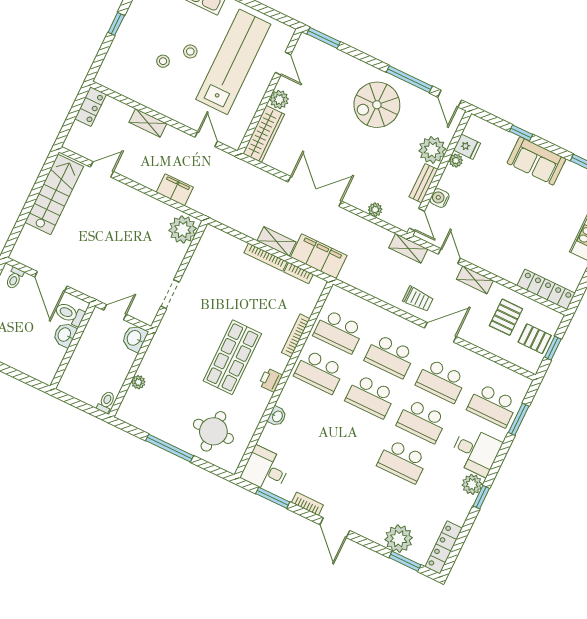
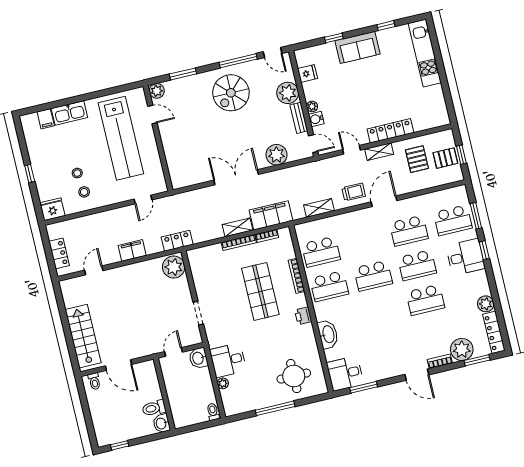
window: (324, 38) -> (183, 74), moved
stool: (190, 51) -> (84, 192), moved
lab bench: (233, 62) -> (121, 138), turned 180
fridge: (110, 77) -> (52, 209), added
plant: (279, 99) -> (157, 91), moved
locker: (91, 107) -> (59, 253), moved
shelving: (148, 123) -> (99, 219), removed
wardrobe: (264, 134) -> (176, 168), removed
door: (206, 139) -> (143, 200), swing flipped
plant: (456, 161) -> (312, 106), moved
filing cabinet: (175, 190) -> (132, 250), moved
stairs: (54, 194) -> (83, 336), moved
locker: (207, 207) -> (177, 241), added
plant: (375, 210) -> (276, 155), width x1.87, depth x1.87
shelving: (408, 248) -> (319, 208), moved
locker: (546, 289) -> (390, 131), moved
toilet: (70, 314) -> (154, 408), moved
washbasin: (65, 335) -> (161, 423), moved
school desk: (390, 356) -> (365, 241), removed
shop shelf: (232, 357) -> (260, 291), moved
desk: (162, 364) -> (228, 360), added
washbasin: (277, 416) -> (328, 334), width x1.91, depth x1.45
plant: (472, 484) -> (486, 304), moved
window: (481, 497) -> (484, 250), moved
bookcase: (307, 504) -> (440, 361), moved

